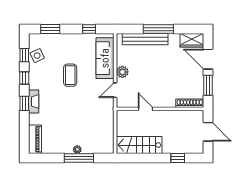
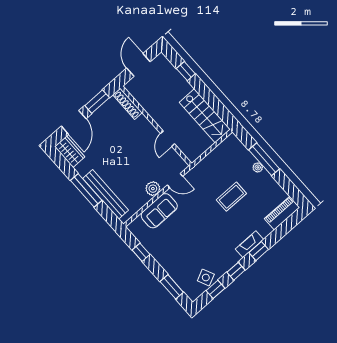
sofa: (105, 58) -> (159, 211), width x0.73
coffee table: (70, 75) -> (231, 197), moved

